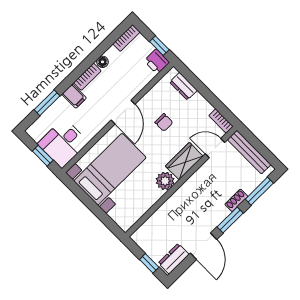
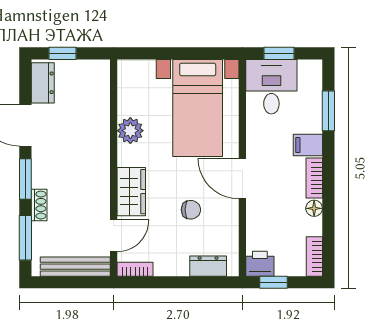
chair: (164, 122) -> (191, 210), turned 180
plant: (165, 181) -> (130, 131), moved

